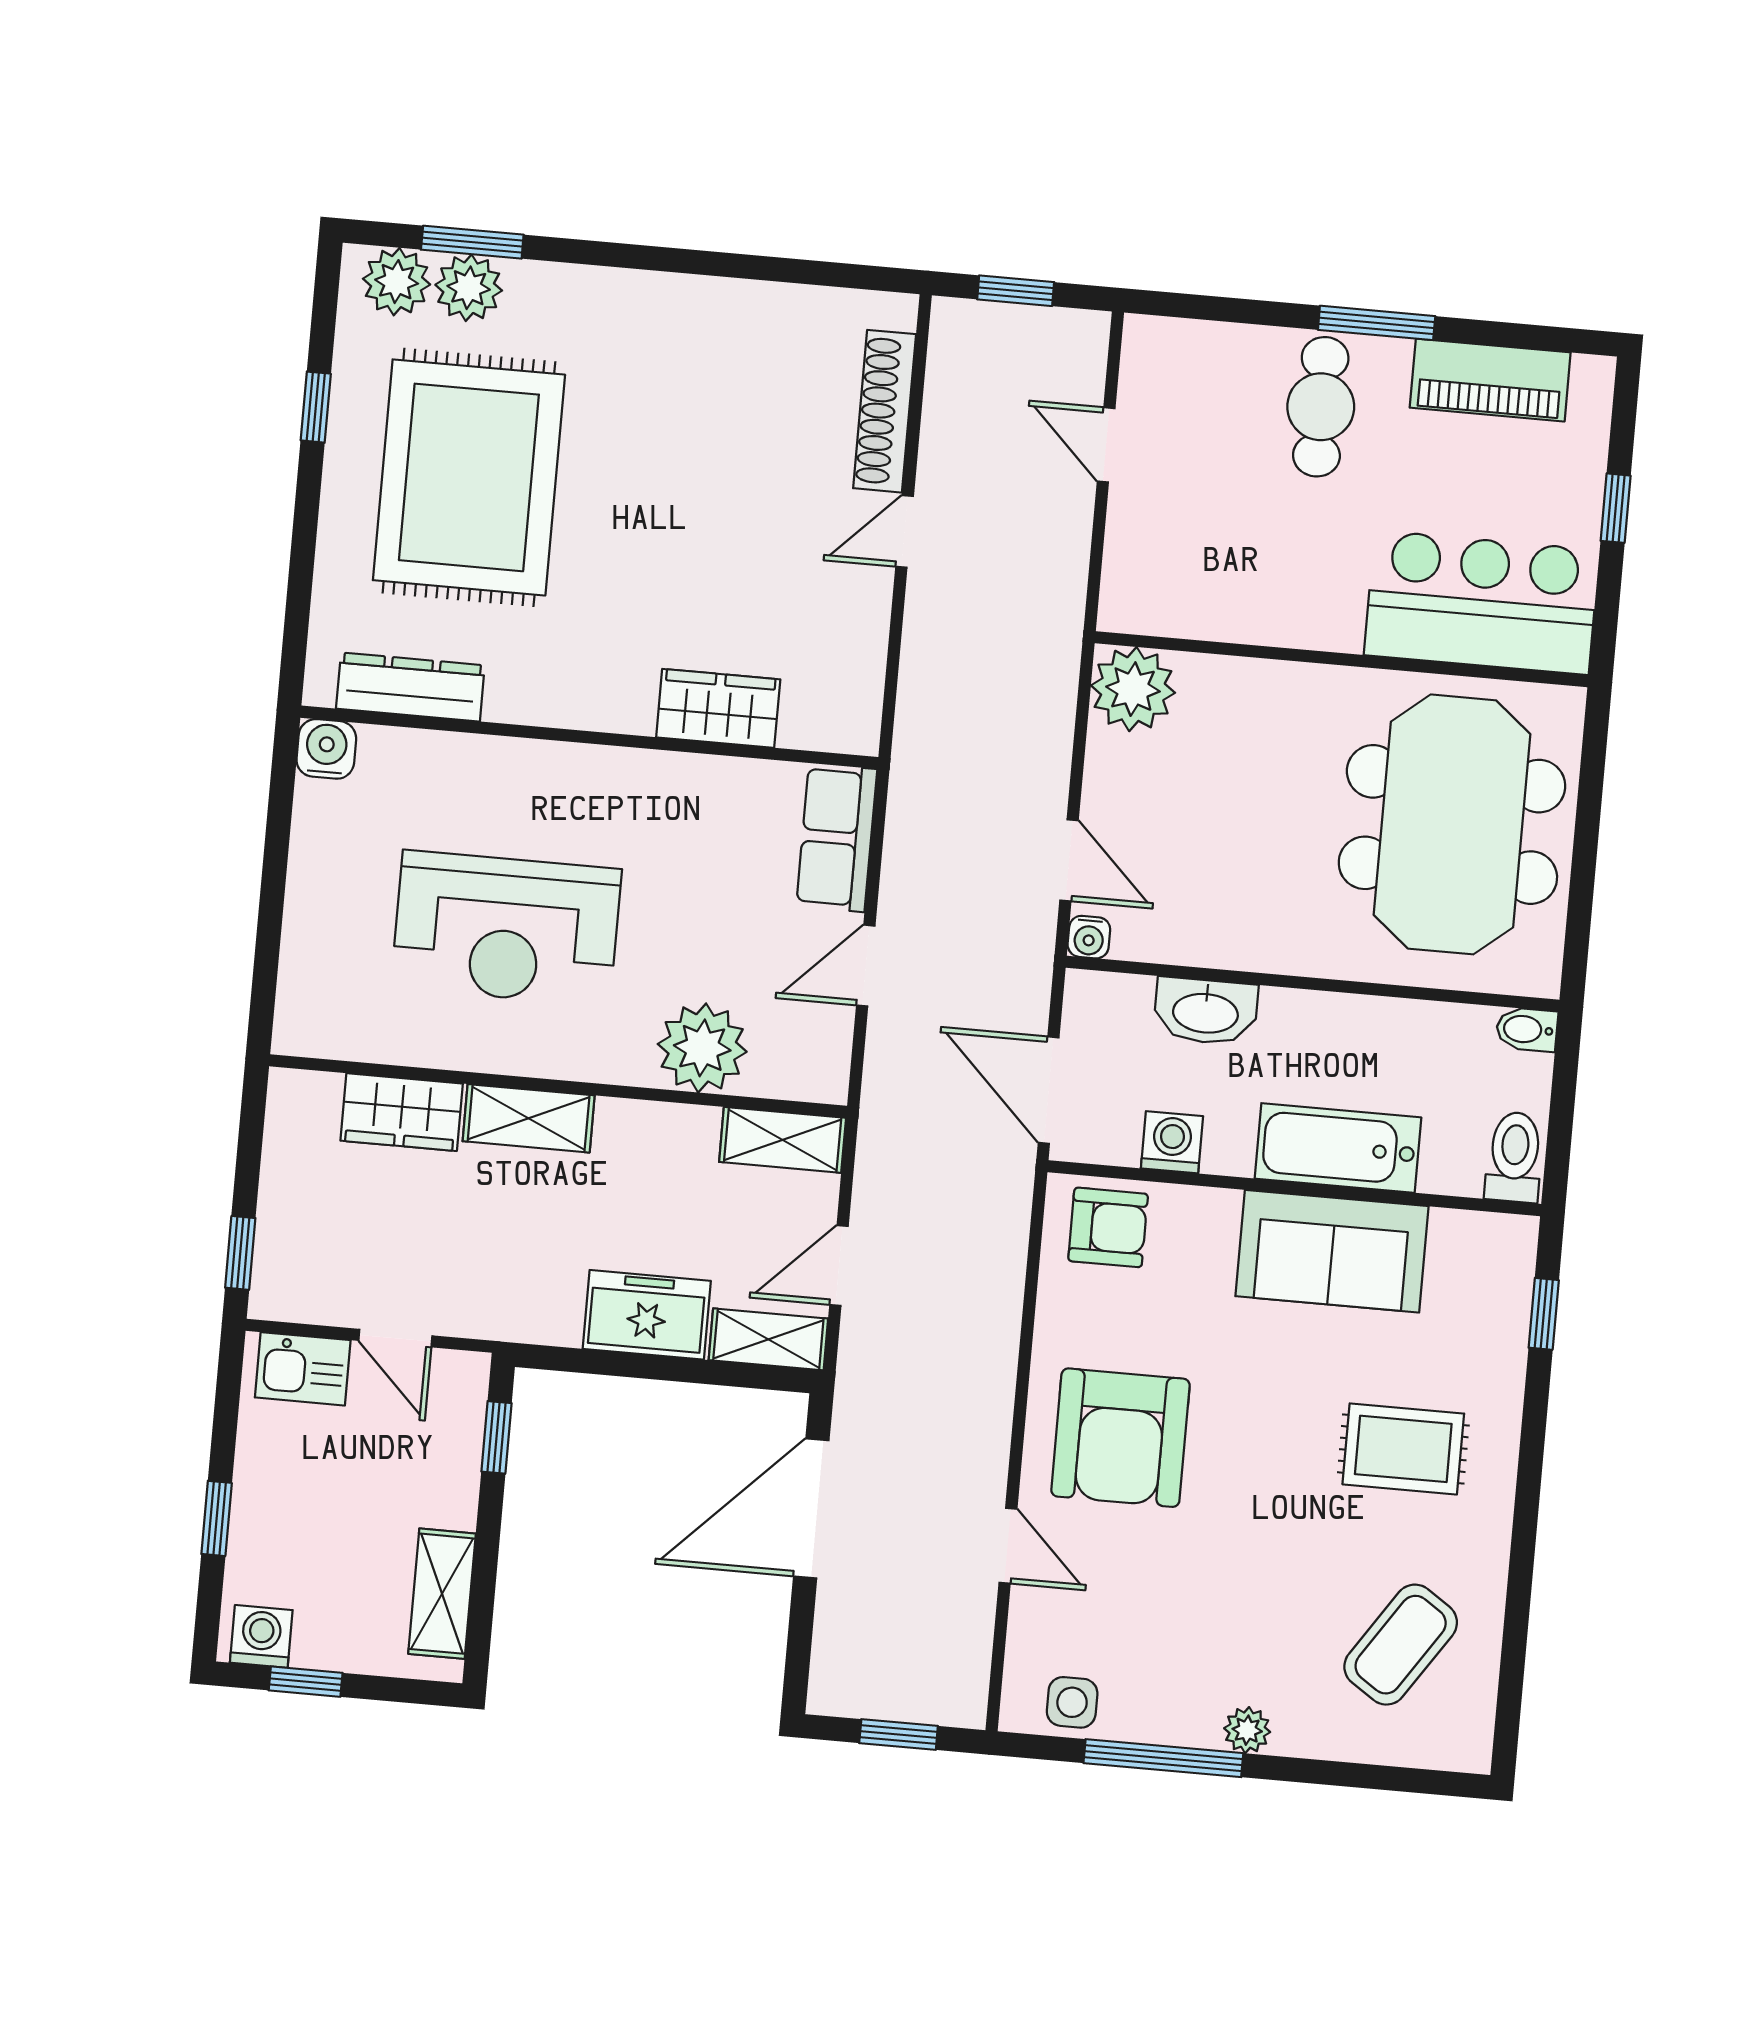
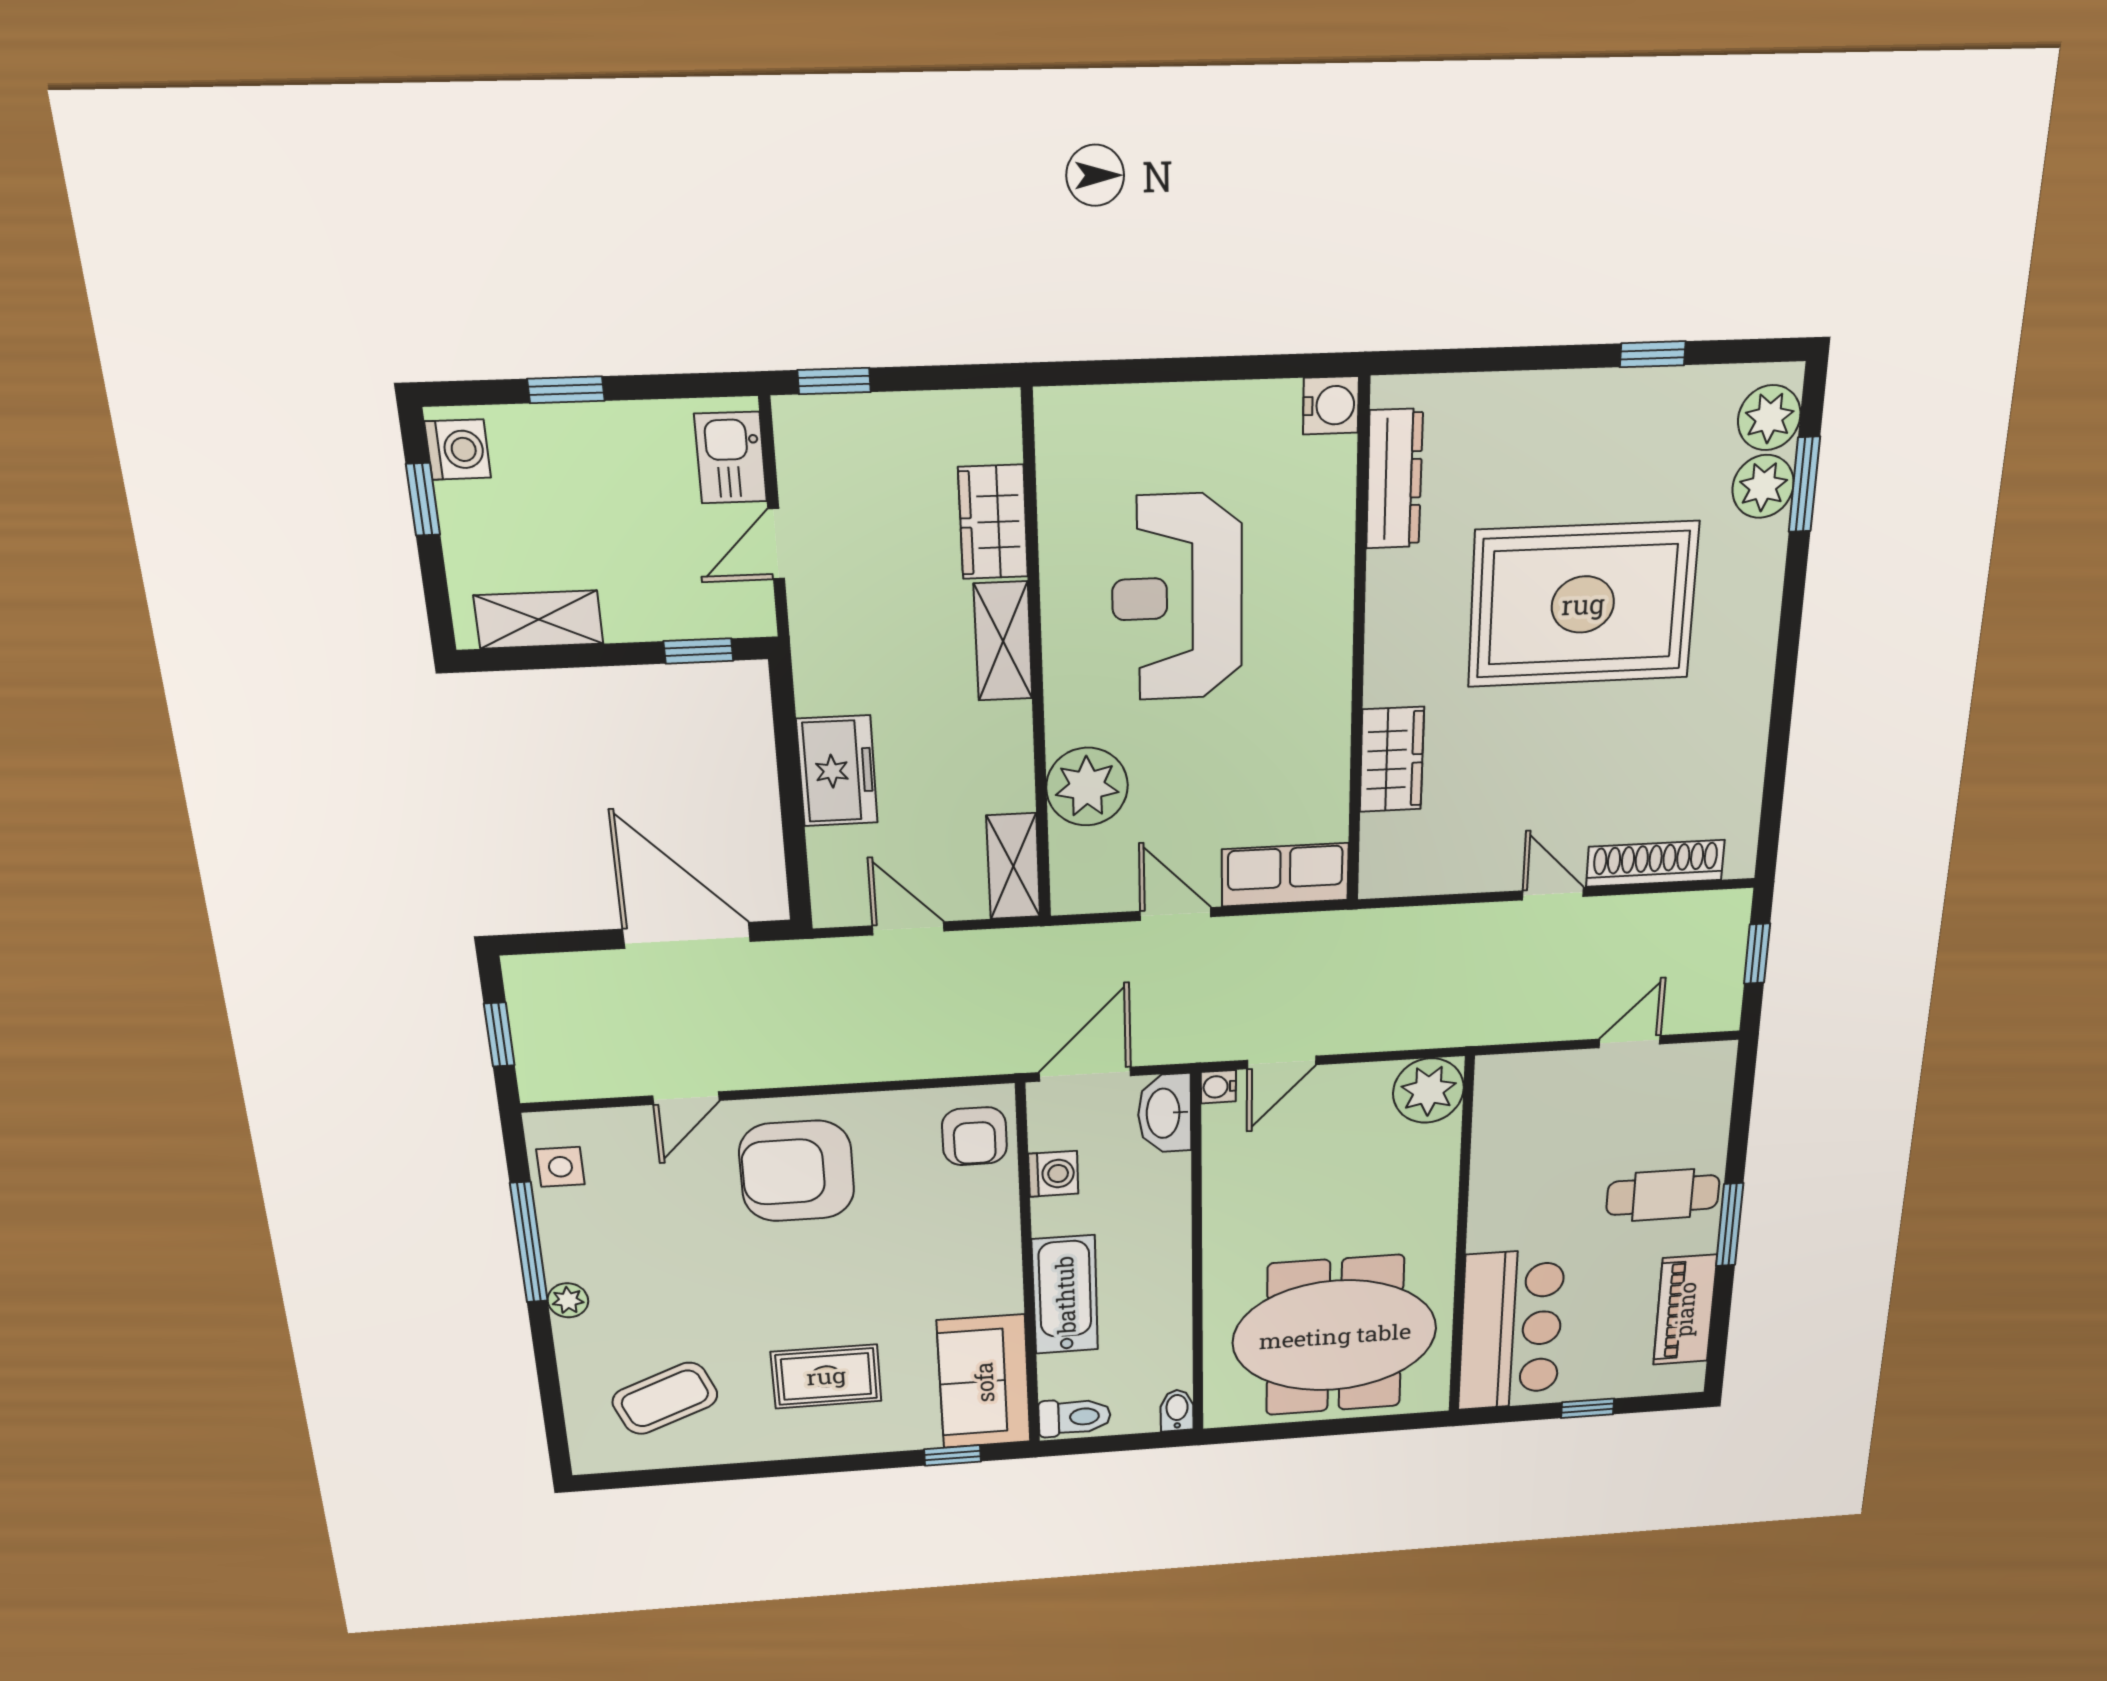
rug: (469, 477) -> (1583, 604), moved
washbasin: (1206, 1011) -> (1165, 1113), moved
sofa: (1332, 1251) -> (984, 1382), moved
shelving: (768, 1339) -> (833, 879), removed
rug: (1403, 1449) -> (826, 1376), turned 90
coffee table: (1401, 1645) -> (665, 1398), turned -56

